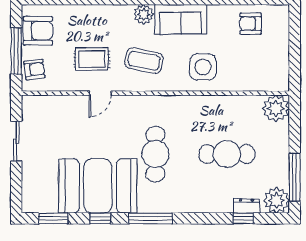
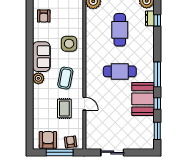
booth: (98, 186) -> (143, 99), width x0.73, depth x0.70

